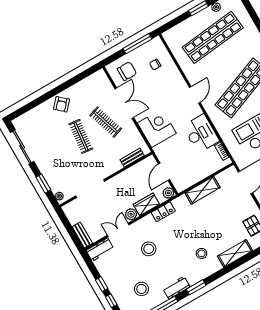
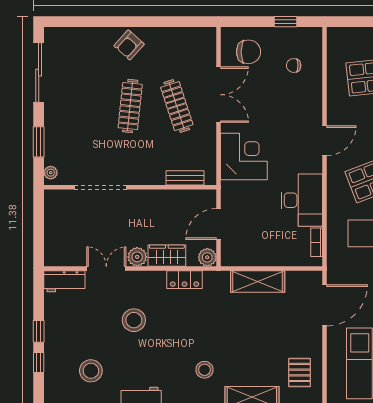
window: (137, 44) -> (286, 22), width x0.46
bench: (82, 235) -> (52, 246), removed

